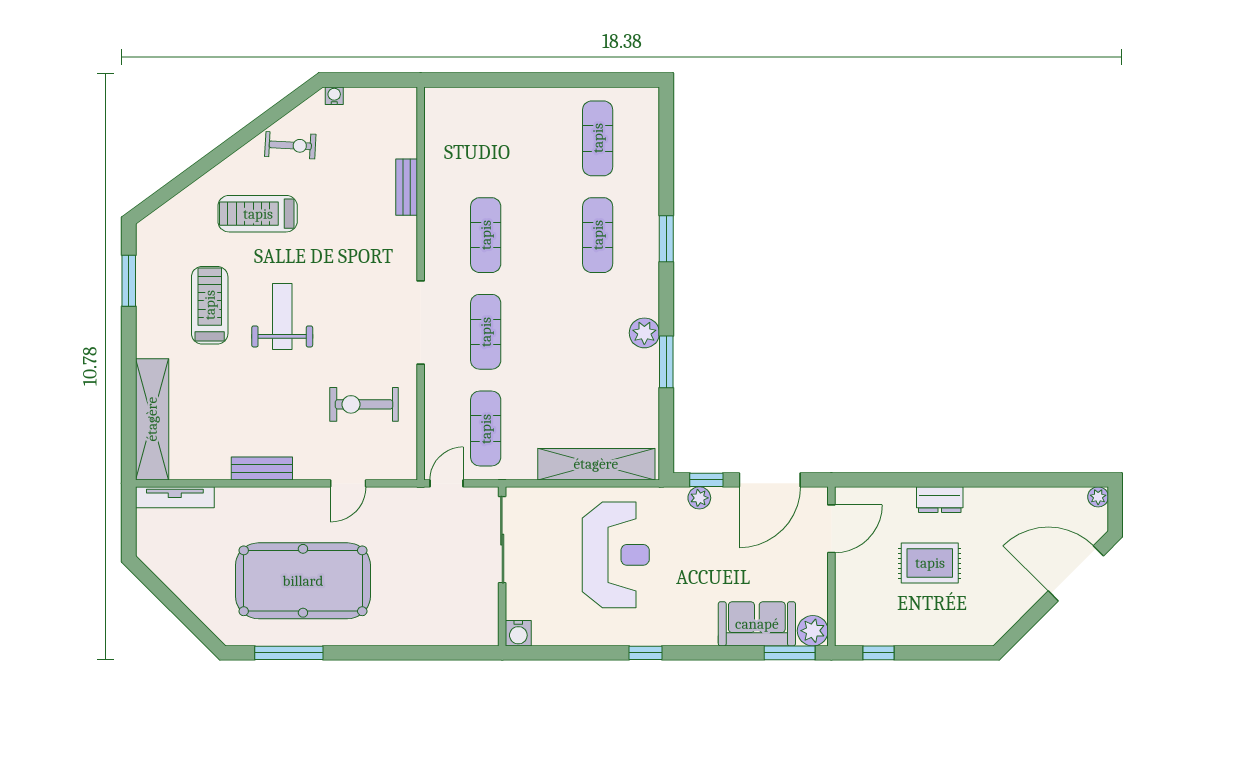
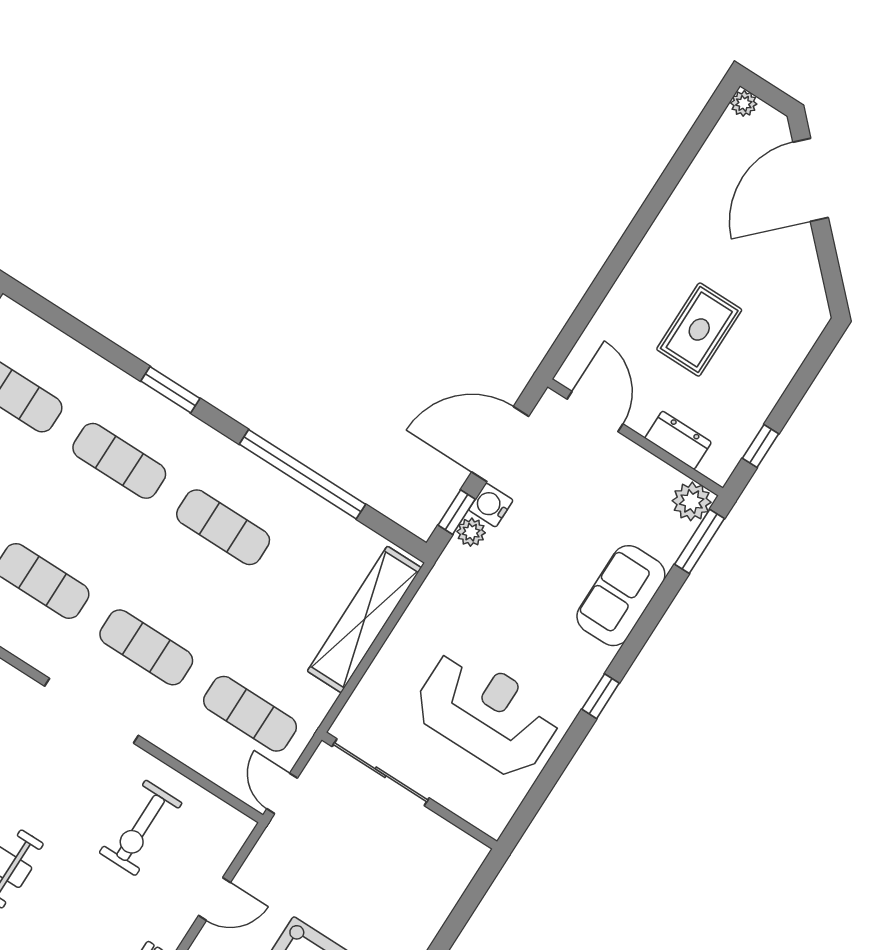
exercise mat: (598, 332) -> (223, 527), added
plant: (644, 333) -> (256, 478), removed
window: (666, 362) -> (302, 474), width x2.11
door: (770, 480) -> (500, 444), swing flipped
door: (348, 483) -> (215, 899), hinge flipped
dresser: (940, 500) -> (678, 440), moved, turned -90
reception desk: (616, 555) -> (487, 713), moved
sofa: (757, 624) -> (621, 596), moved
water cooler: (518, 633) -> (491, 505), moved, turned 180

